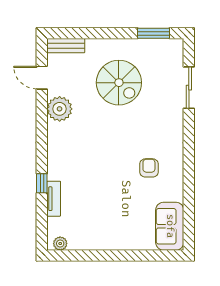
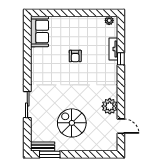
bench: (66, 46) -> (43, 146), moved
sliding door: (189, 88) -> (27, 105), moved
armchair: (149, 168) -> (75, 56), moved

